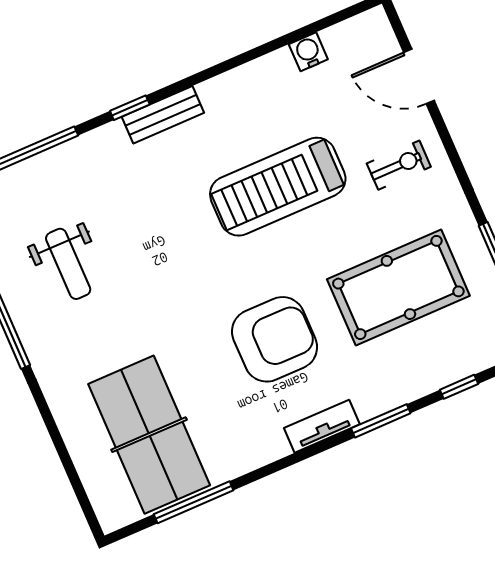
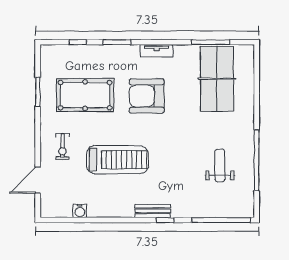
door: (419, 76) -> (38, 180), swing flipped
exercise bike: (399, 165) -> (62, 147), turned -90
tv unit: (322, 426) -> (157, 51), moved

